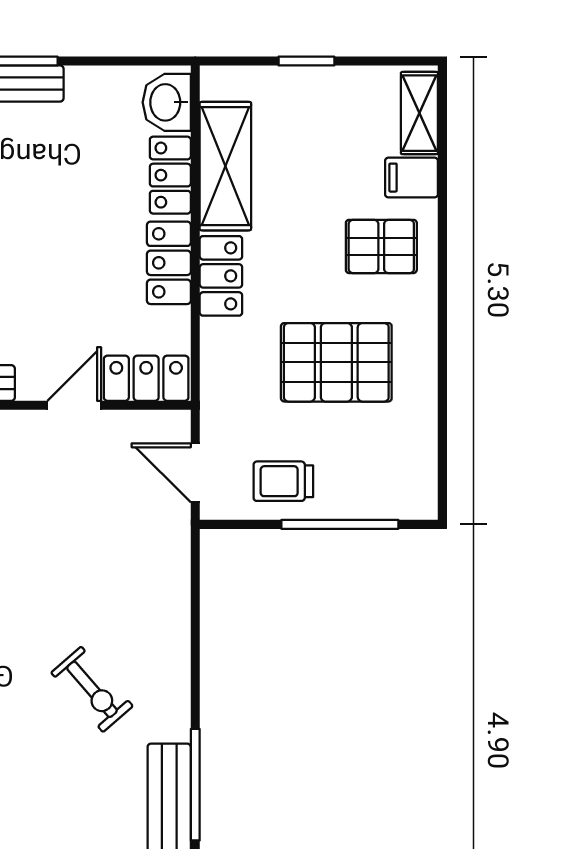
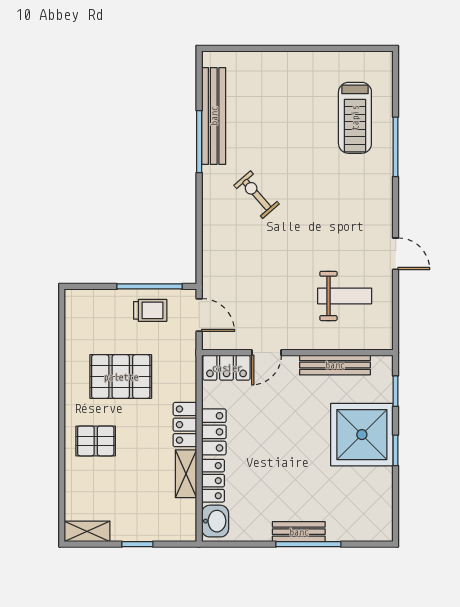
shelving: (419, 113) -> (87, 531), moved, turned 90
shelving: (225, 166) -> (186, 474), width x0.67, depth x0.75
filing cabinet: (412, 178) -> (79, 479), removed
window: (340, 524) -> (149, 286), moved

